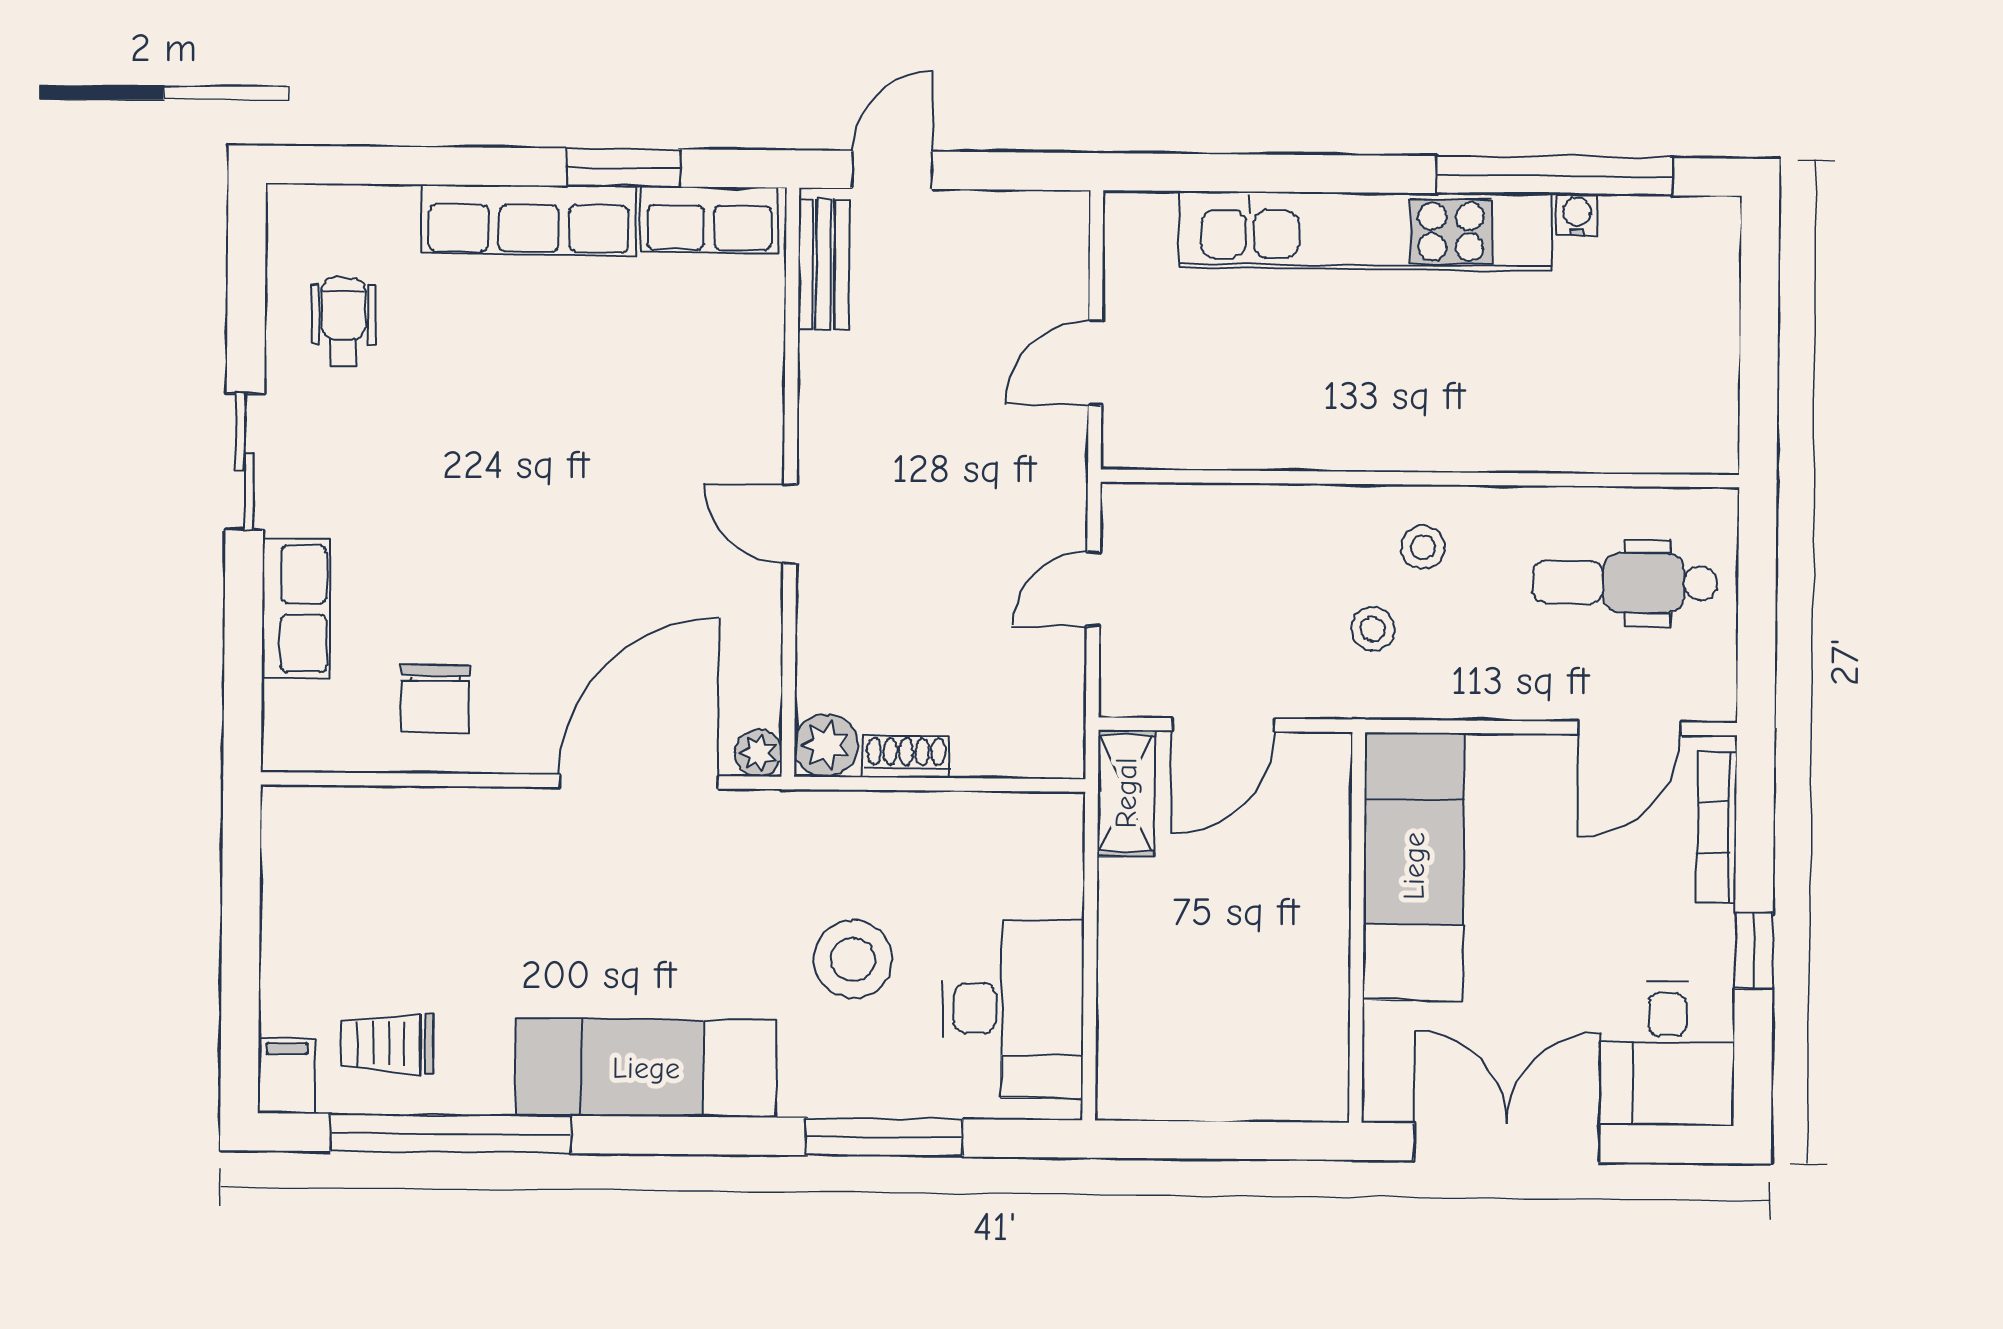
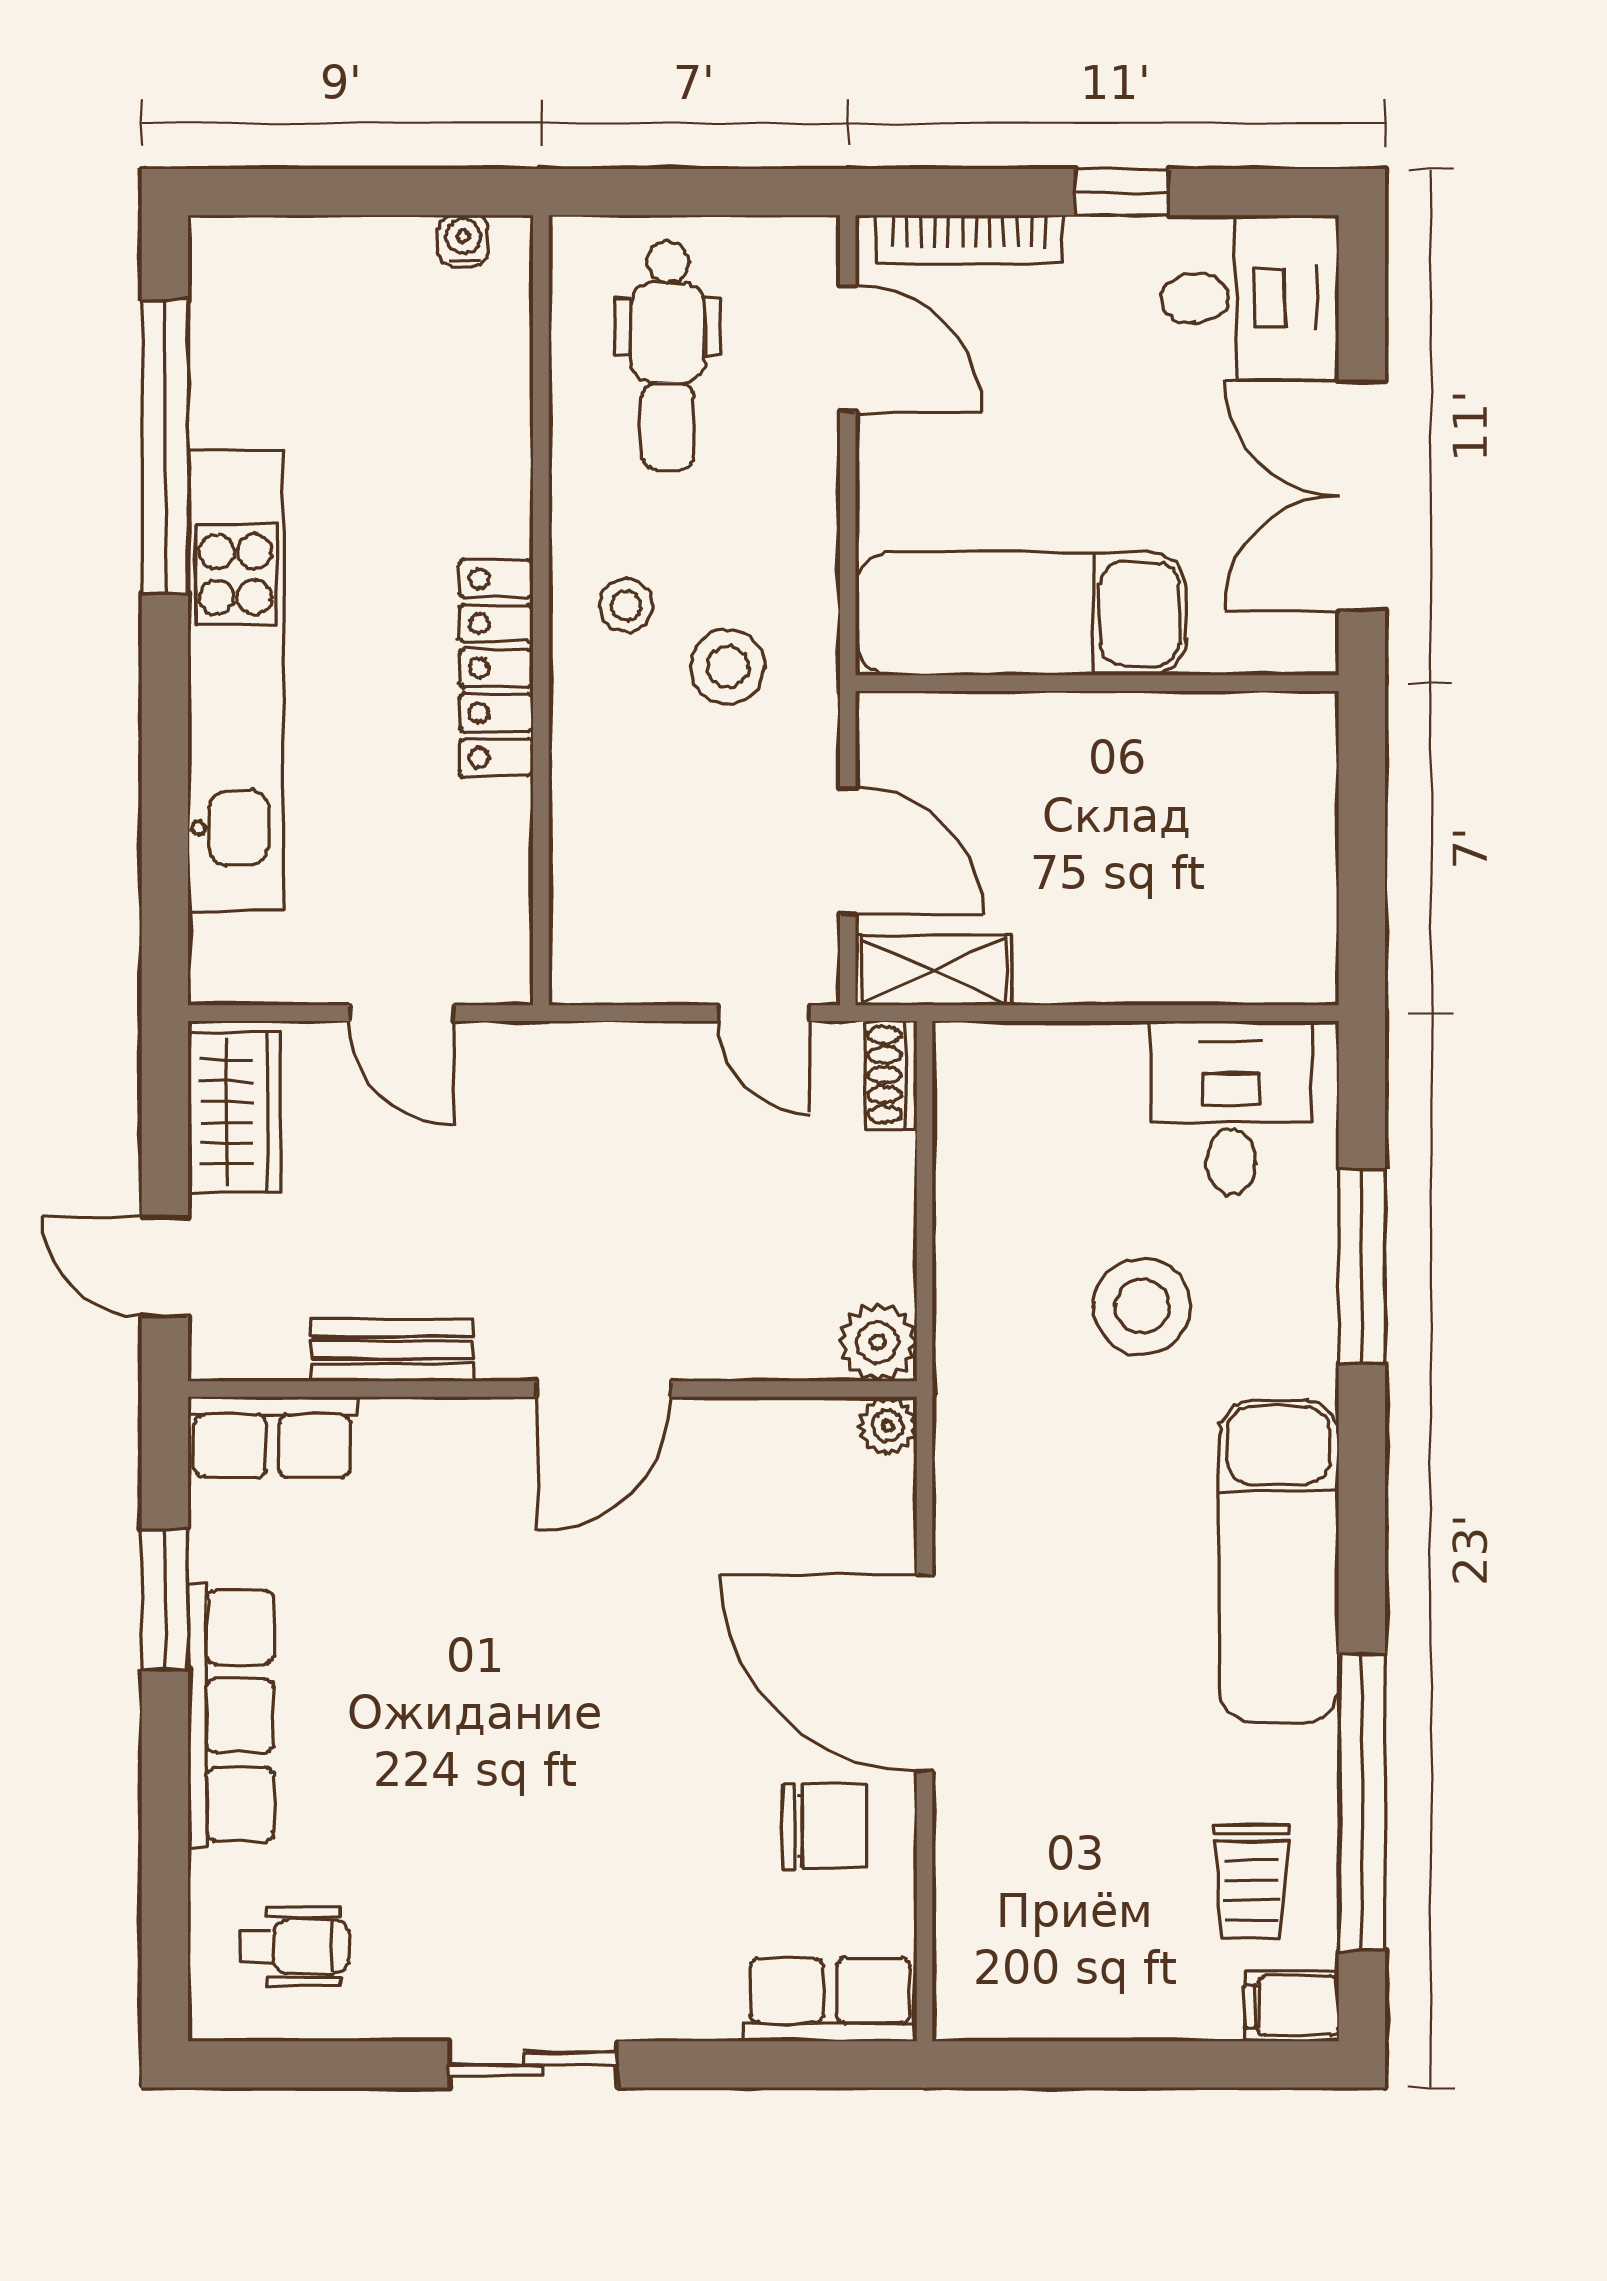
water cooler: (1577, 215) -> (463, 240), moved, turned 90
row of seats: (709, 220) -> (273, 1437), moved, turned 90
wardrobe: (1016, 227) -> (234, 1112), added
bench: (824, 264) -> (392, 1350), moved
wheelchair: (343, 322) -> (294, 1947), moved, turned 180
locker: (1374, 442) -> (496, 668), added
door: (790, 524) -> (604, 1389), width x1.38
door: (1093, 589) -> (764, 1013), moved
row of seats: (296, 609) -> (830, 2000), moved
stool: (1373, 629) -> (728, 667), width x1.37, depth x1.37
shoe rack: (906, 757) -> (891, 1075), moved
door: (639, 782) -> (925, 1673), moved
desk: (1013, 1008) -> (1231, 1108), width x0.73

